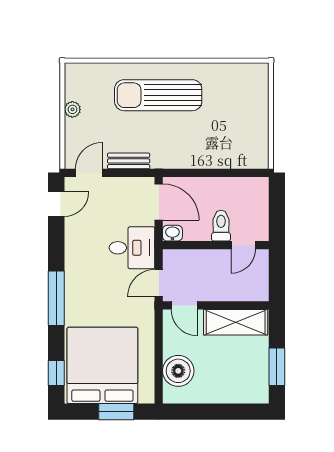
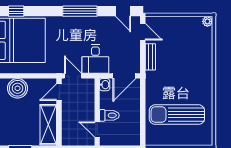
sun lounger: (158, 95) -> (177, 115), moved, turned -90
plant: (72, 109) -> (207, 21), moved
window: (56, 298) -> (80, 11), moved

